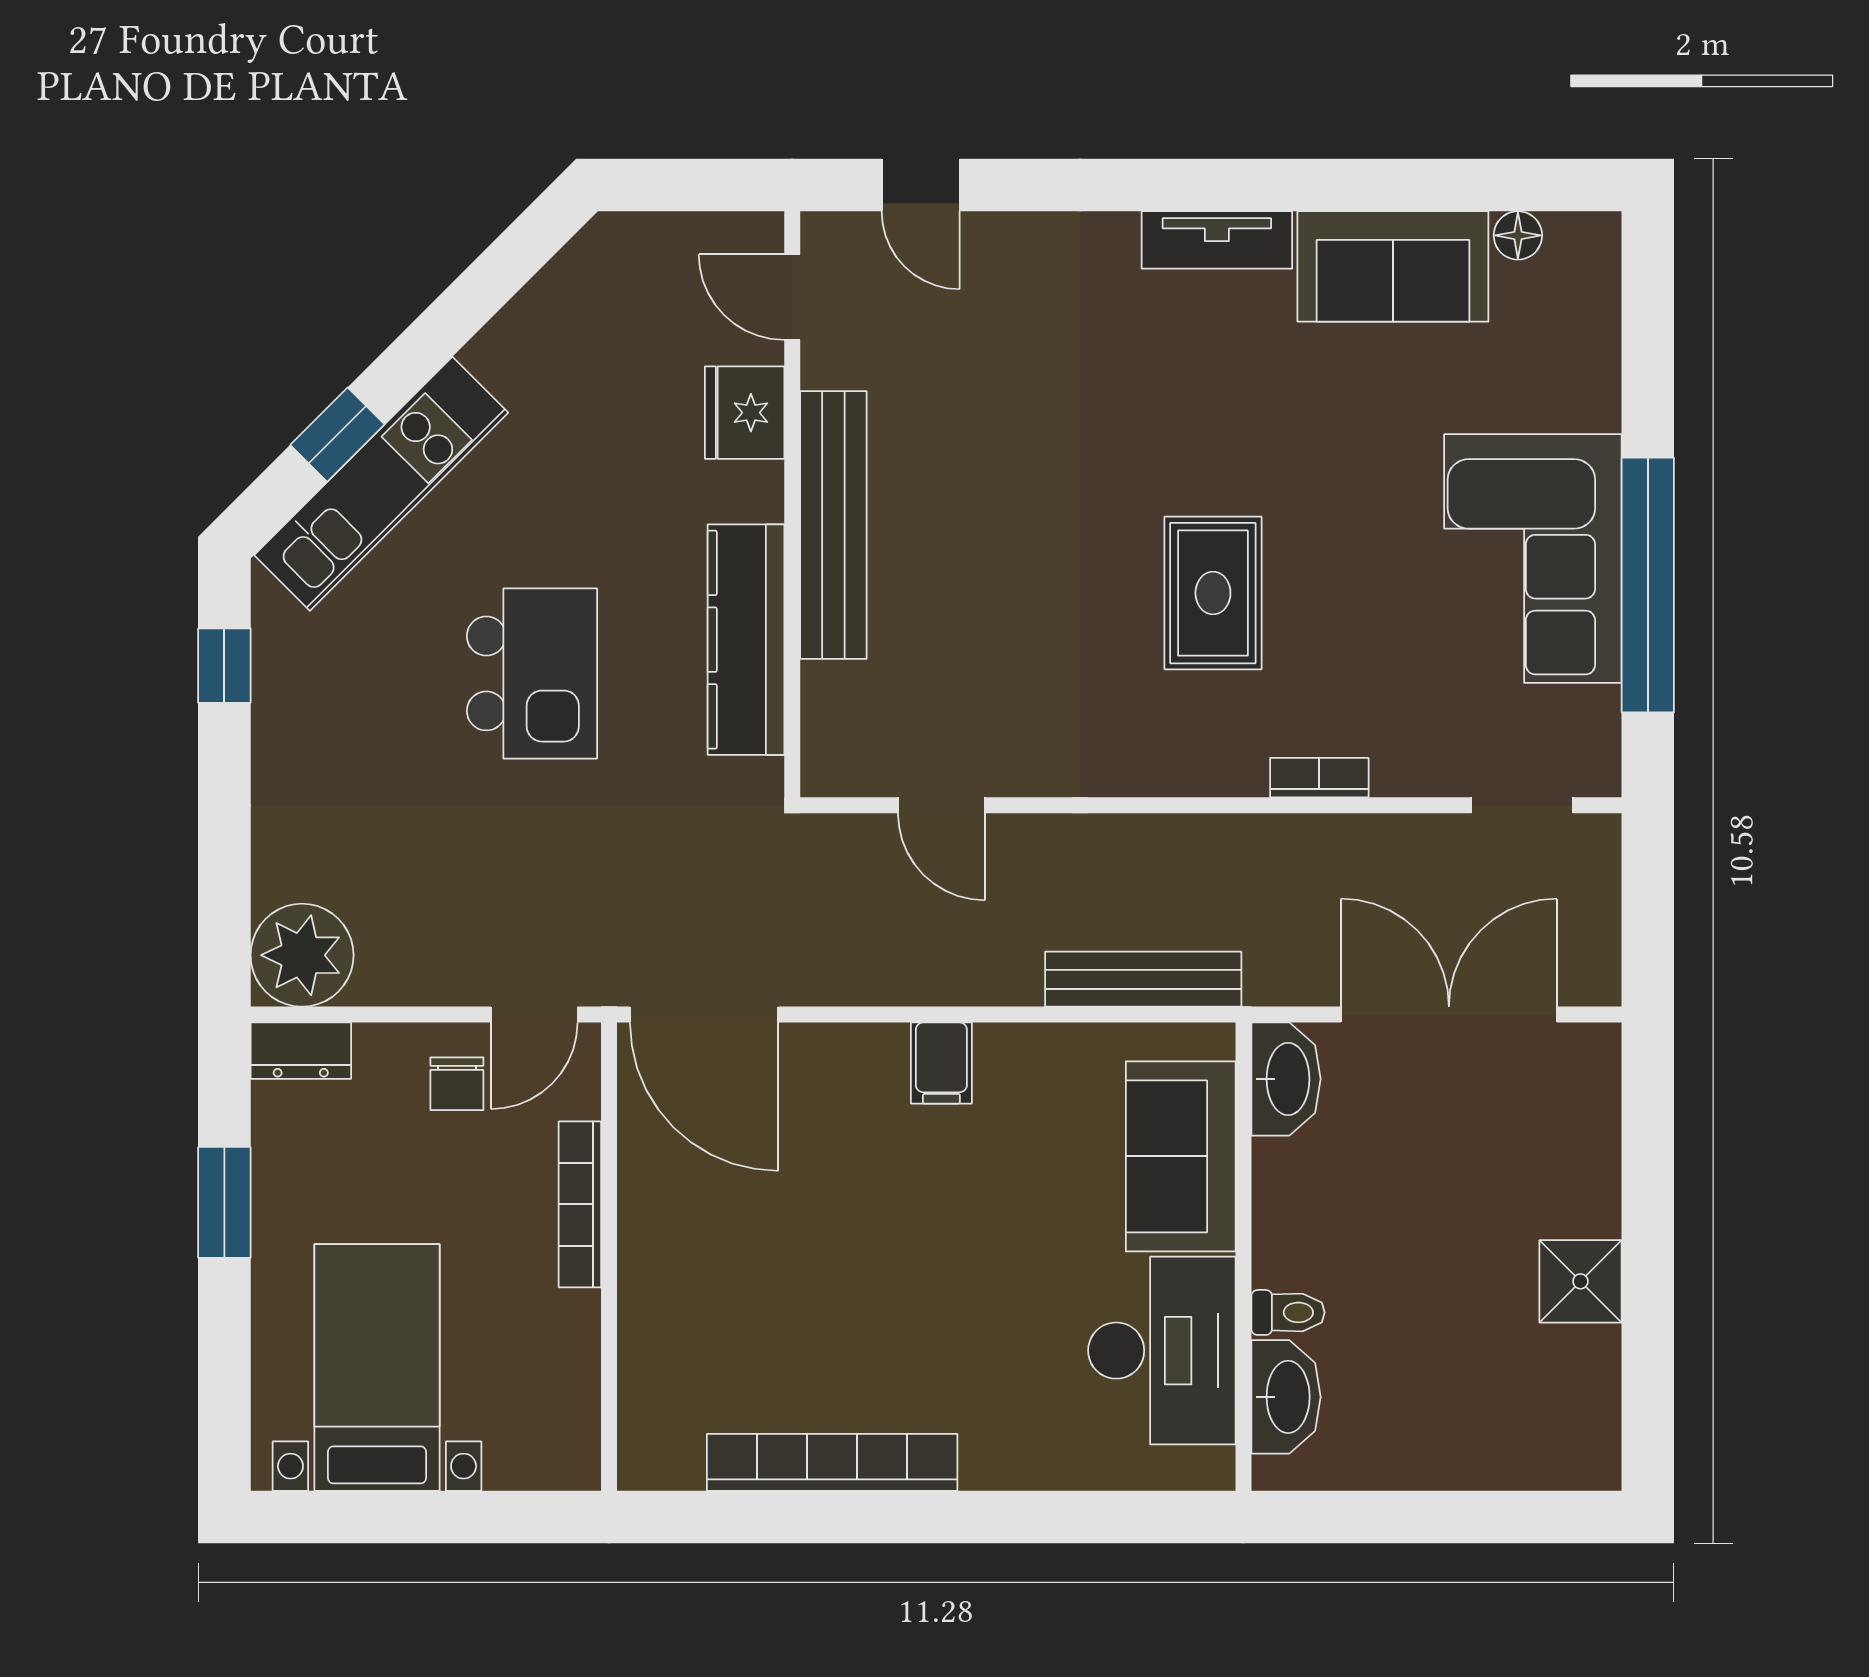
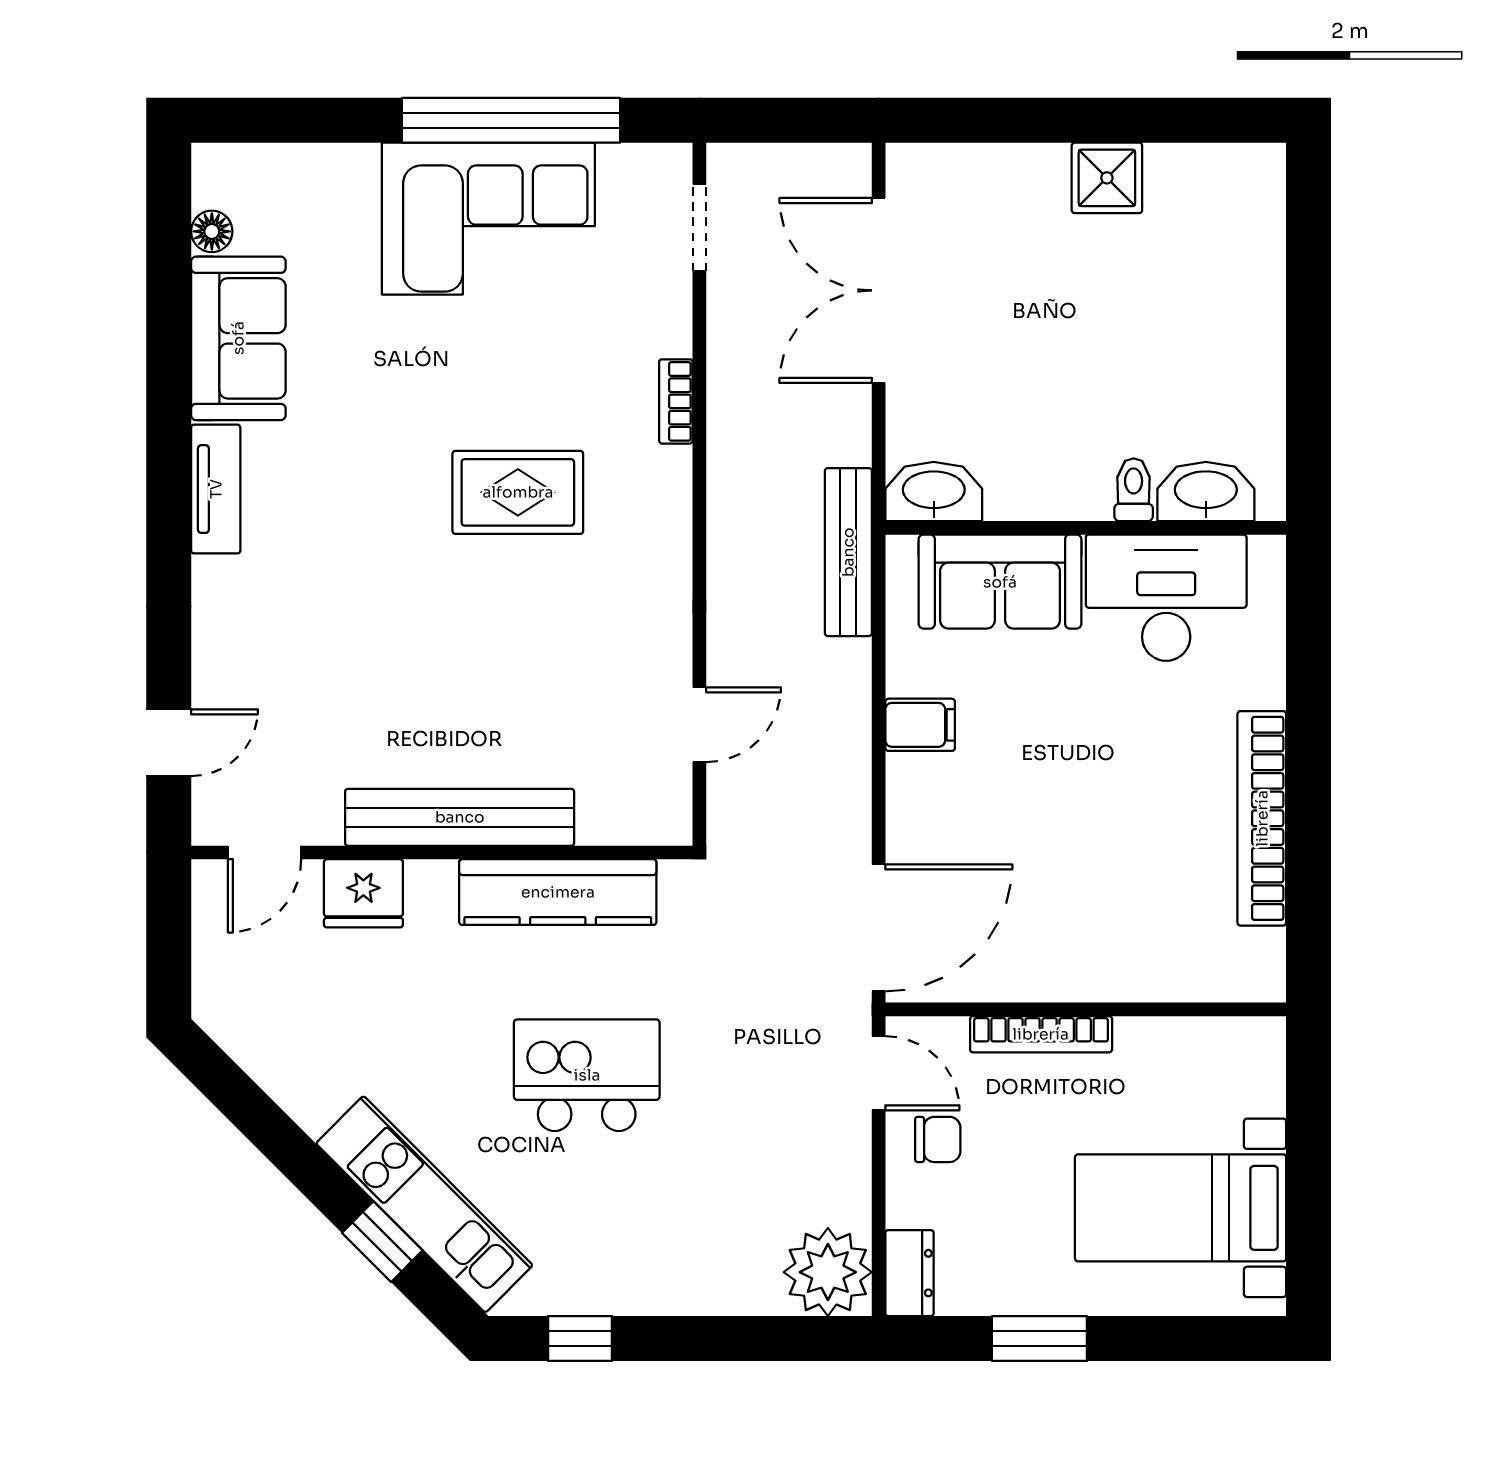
washbasin: (1286, 1079) -> (934, 491), moved
sofa: (1181, 1156) -> (1000, 582), moved
wall: (1244, 1257) -> (1086, 528), moved
toilet: (1288, 1312) -> (1134, 490), moved
desk: (1162, 1351) -> (1166, 598), moved
washbasin: (1286, 1397) -> (1206, 491), moved

